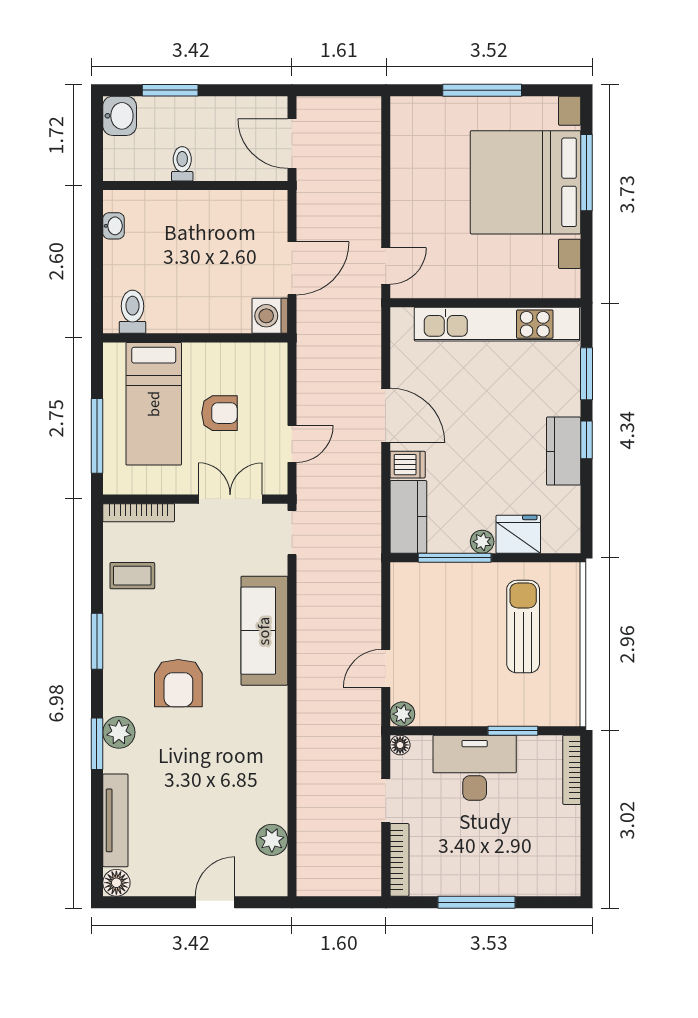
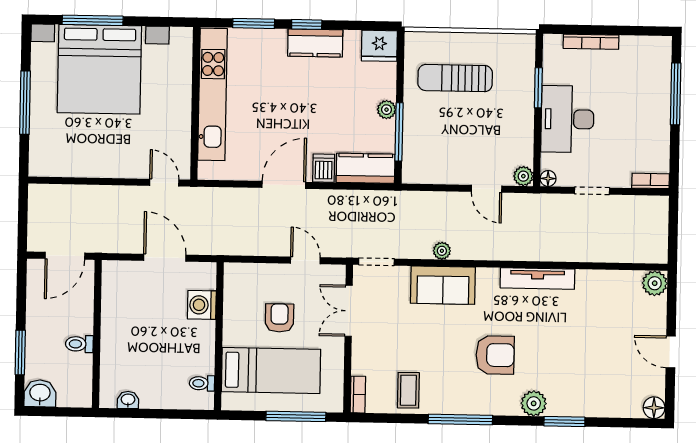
toilet: (132, 312) -> (202, 383), width x0.73, depth x0.72
washing machine: (270, 316) -> (202, 305), moved, turned 90
bookcase: (139, 513) -> (358, 395), width x0.64
fridge: (518, 534) -> (379, 46), moved, turned -90
plant: (307, 614) -> (442, 251), added
sofa: (264, 631) -> (443, 285), width x0.73
window: (97, 641) -> (460, 420), width x1.44
window: (97, 744) -> (564, 422), moved
bookcase: (572, 770) -> (591, 42), moved
tv unit: (115, 820) -> (537, 278), moved, turned 180
plant: (272, 840) -> (655, 283), moved
bookcase: (399, 860) -> (651, 181), width x0.64
door: (215, 902) -> (671, 352), moved
window: (477, 902) -> (676, 94), moved

